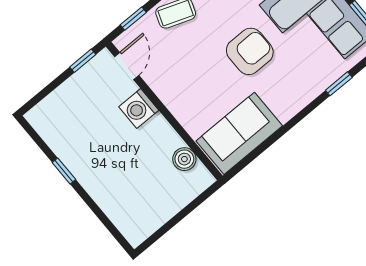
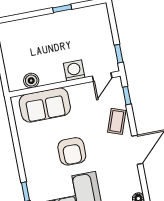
door: (127, 66) -> (102, 77), hinge flipped
sofa: (239, 133) -> (45, 105), moved, turned 90

